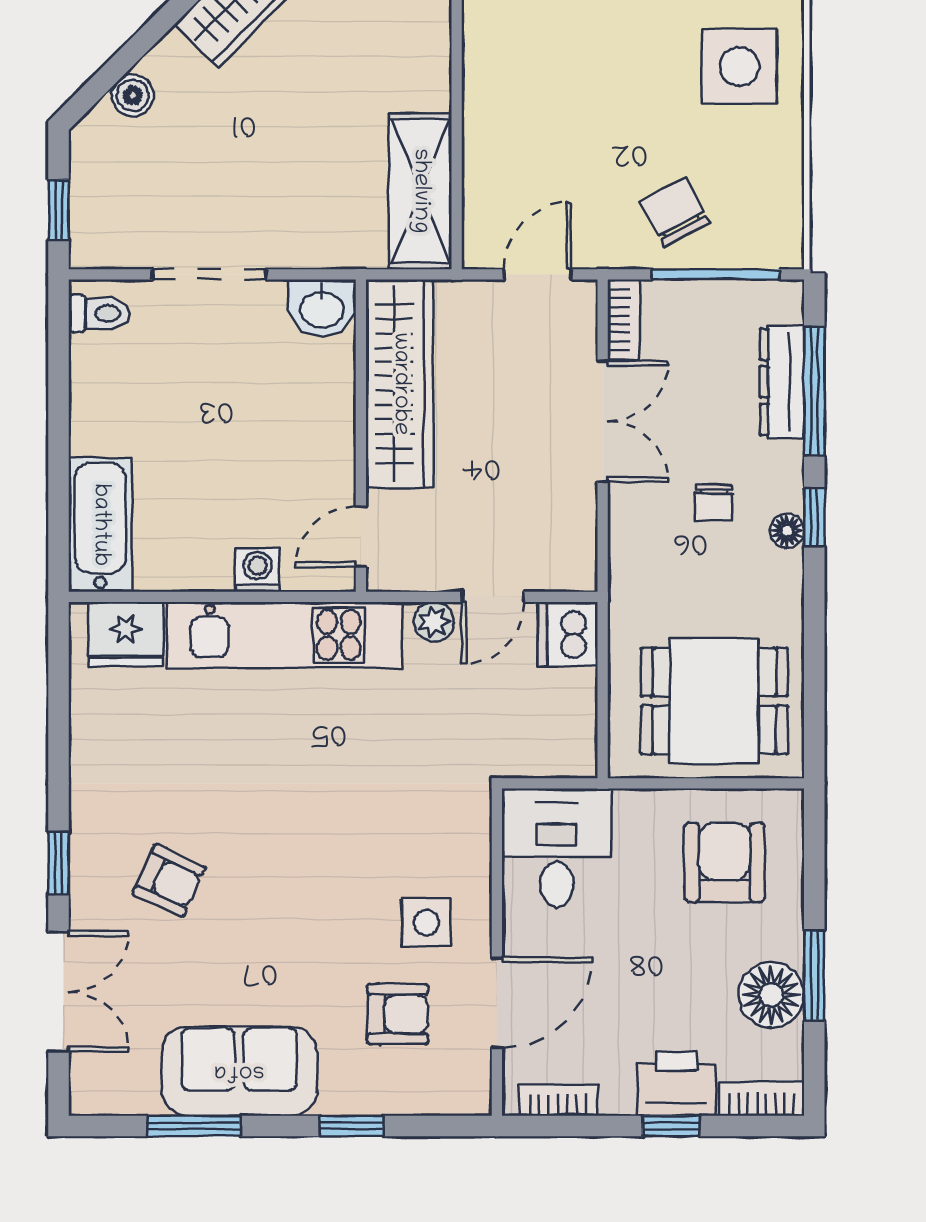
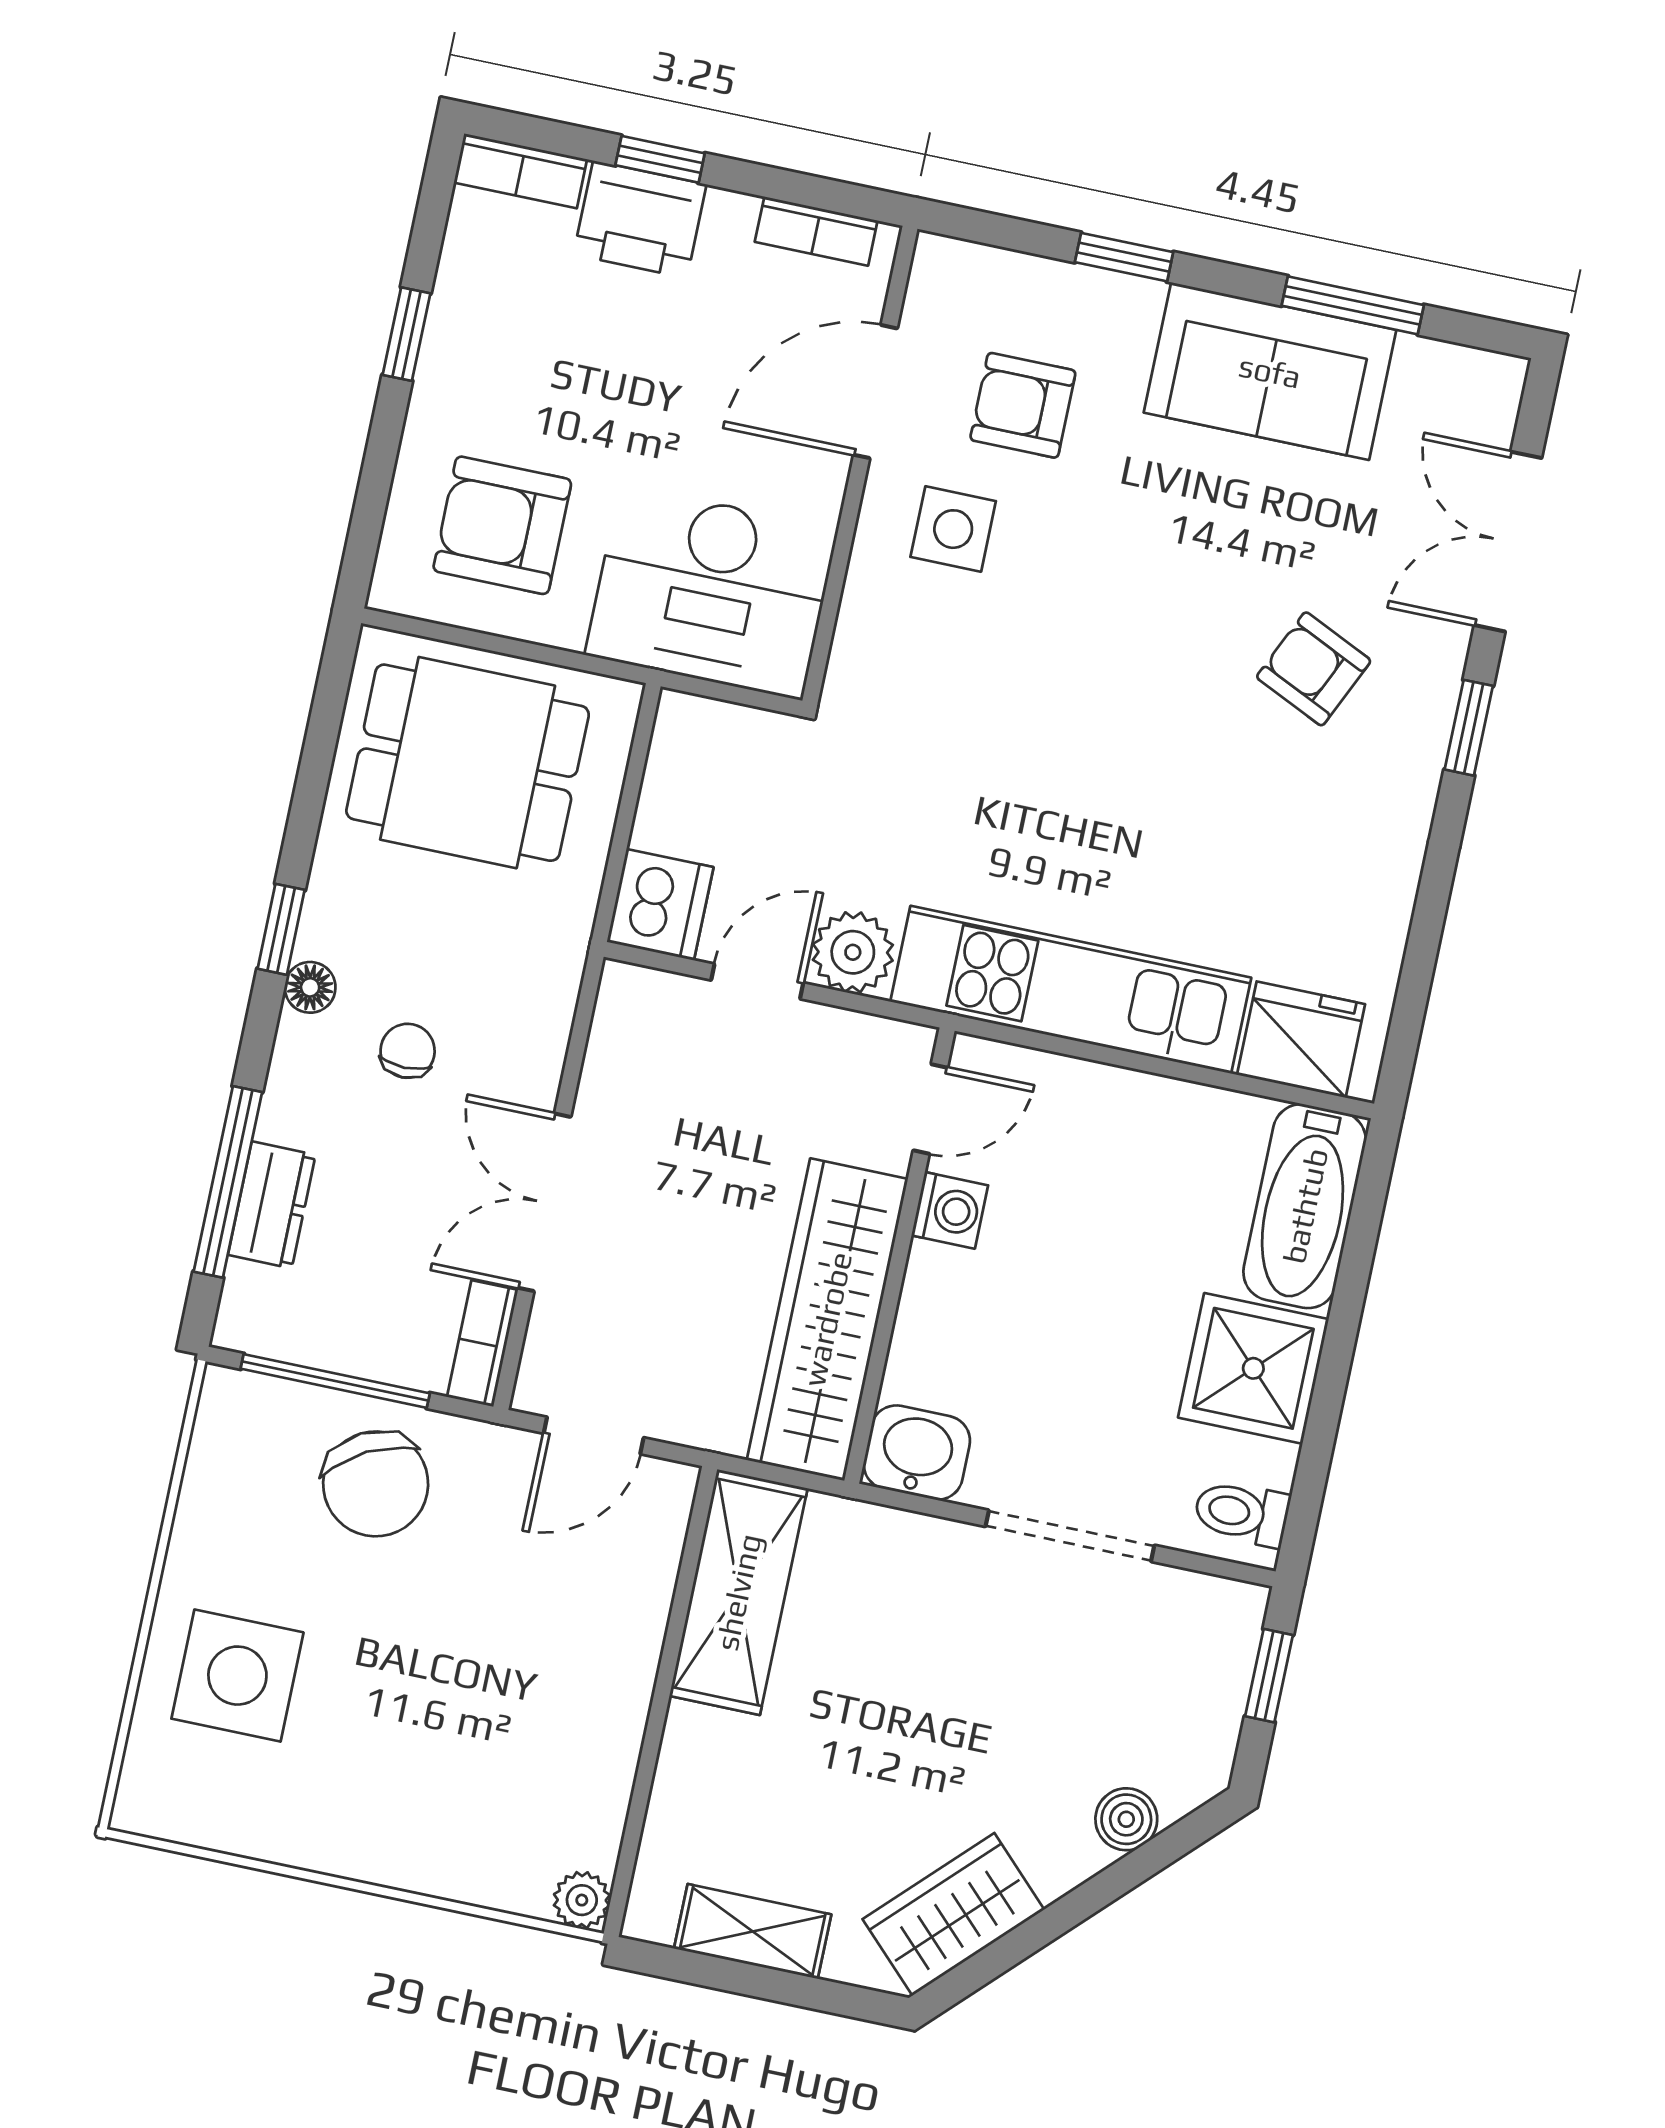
chair: (675, 212) -> (376, 1484), width x1.37, depth x1.37
dresser: (782, 382) -> (272, 1205), width x0.70
shower: (112, 411) -> (1253, 1368), added
window: (814, 517) -> (281, 929), moved
washing machine: (258, 570) -> (950, 1210), moved, turned -90
plant: (434, 622) -> (853, 952), width x1.38, depth x1.38
desk: (557, 848) -> (711, 592), width x1.37
armchair: (725, 862) -> (502, 525), turned 90
window: (814, 975) -> (407, 334), width x0.67
floor lamp: (771, 995) -> (475, 319), removed

